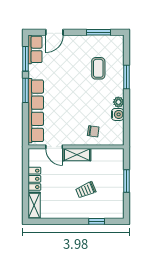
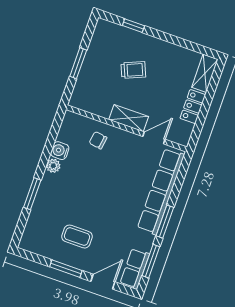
window: (99, 32) -> (66, 269), moved
coffee table: (98, 68) -> (77, 237), moved, turned 90
door: (54, 147) -> (154, 138), hinge flipped

